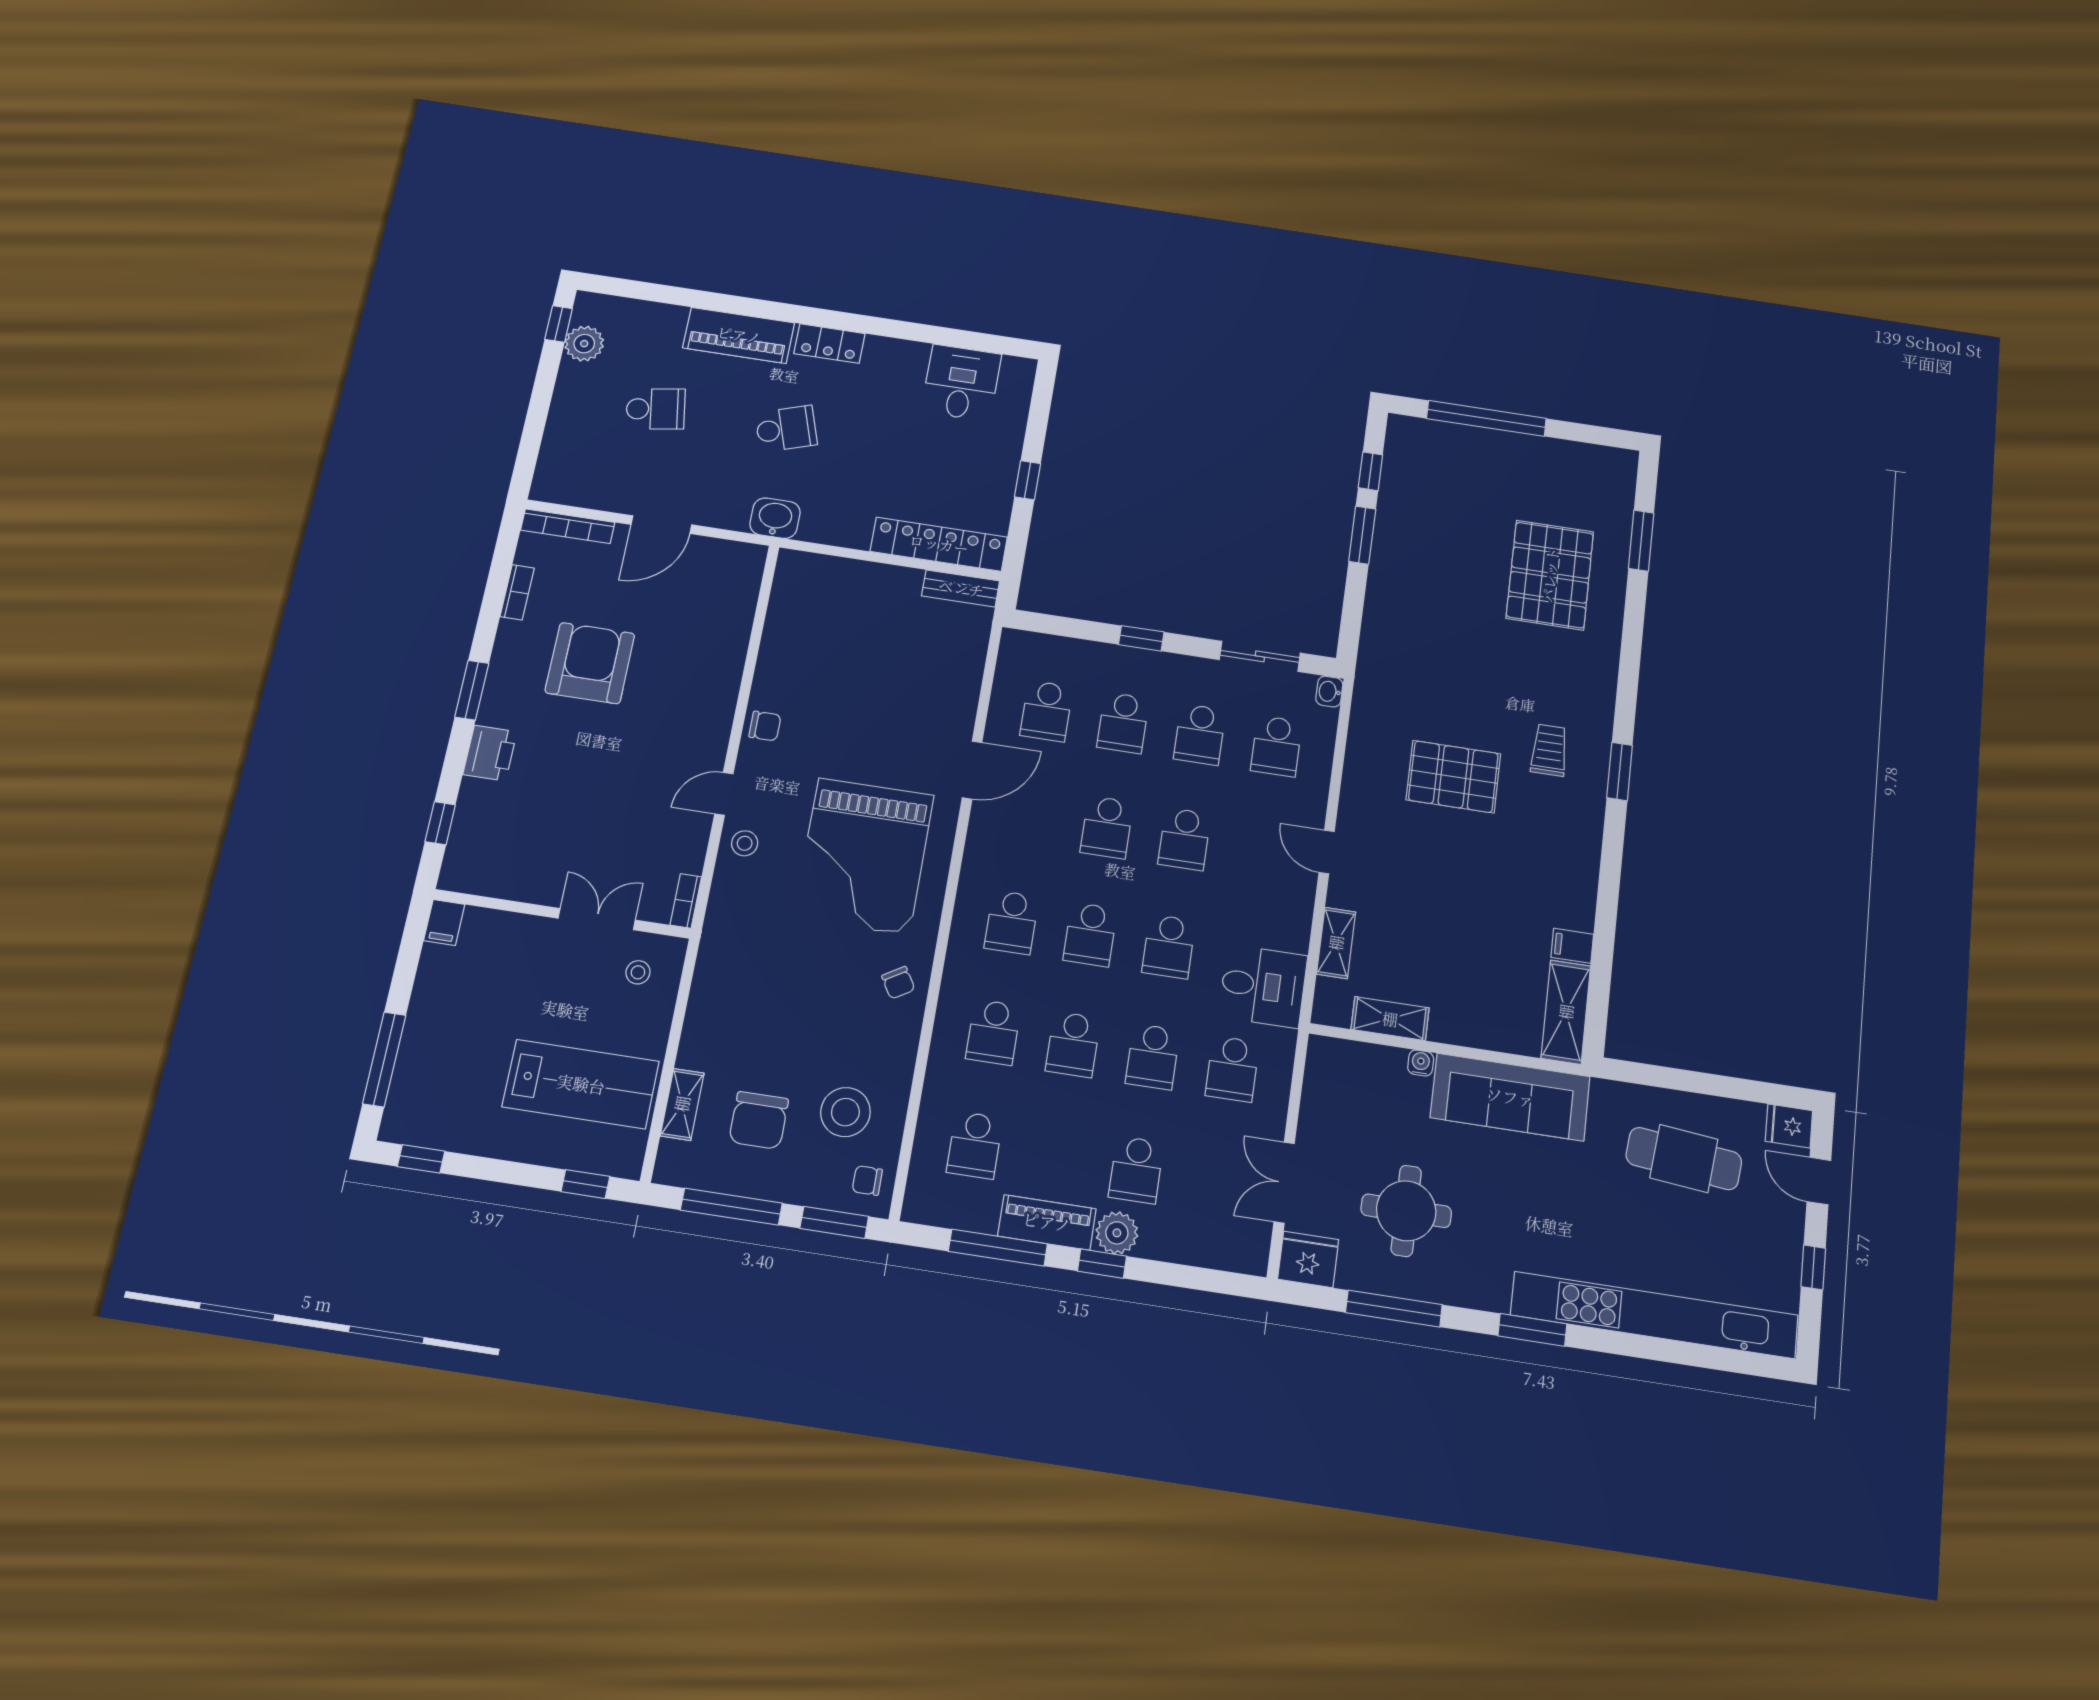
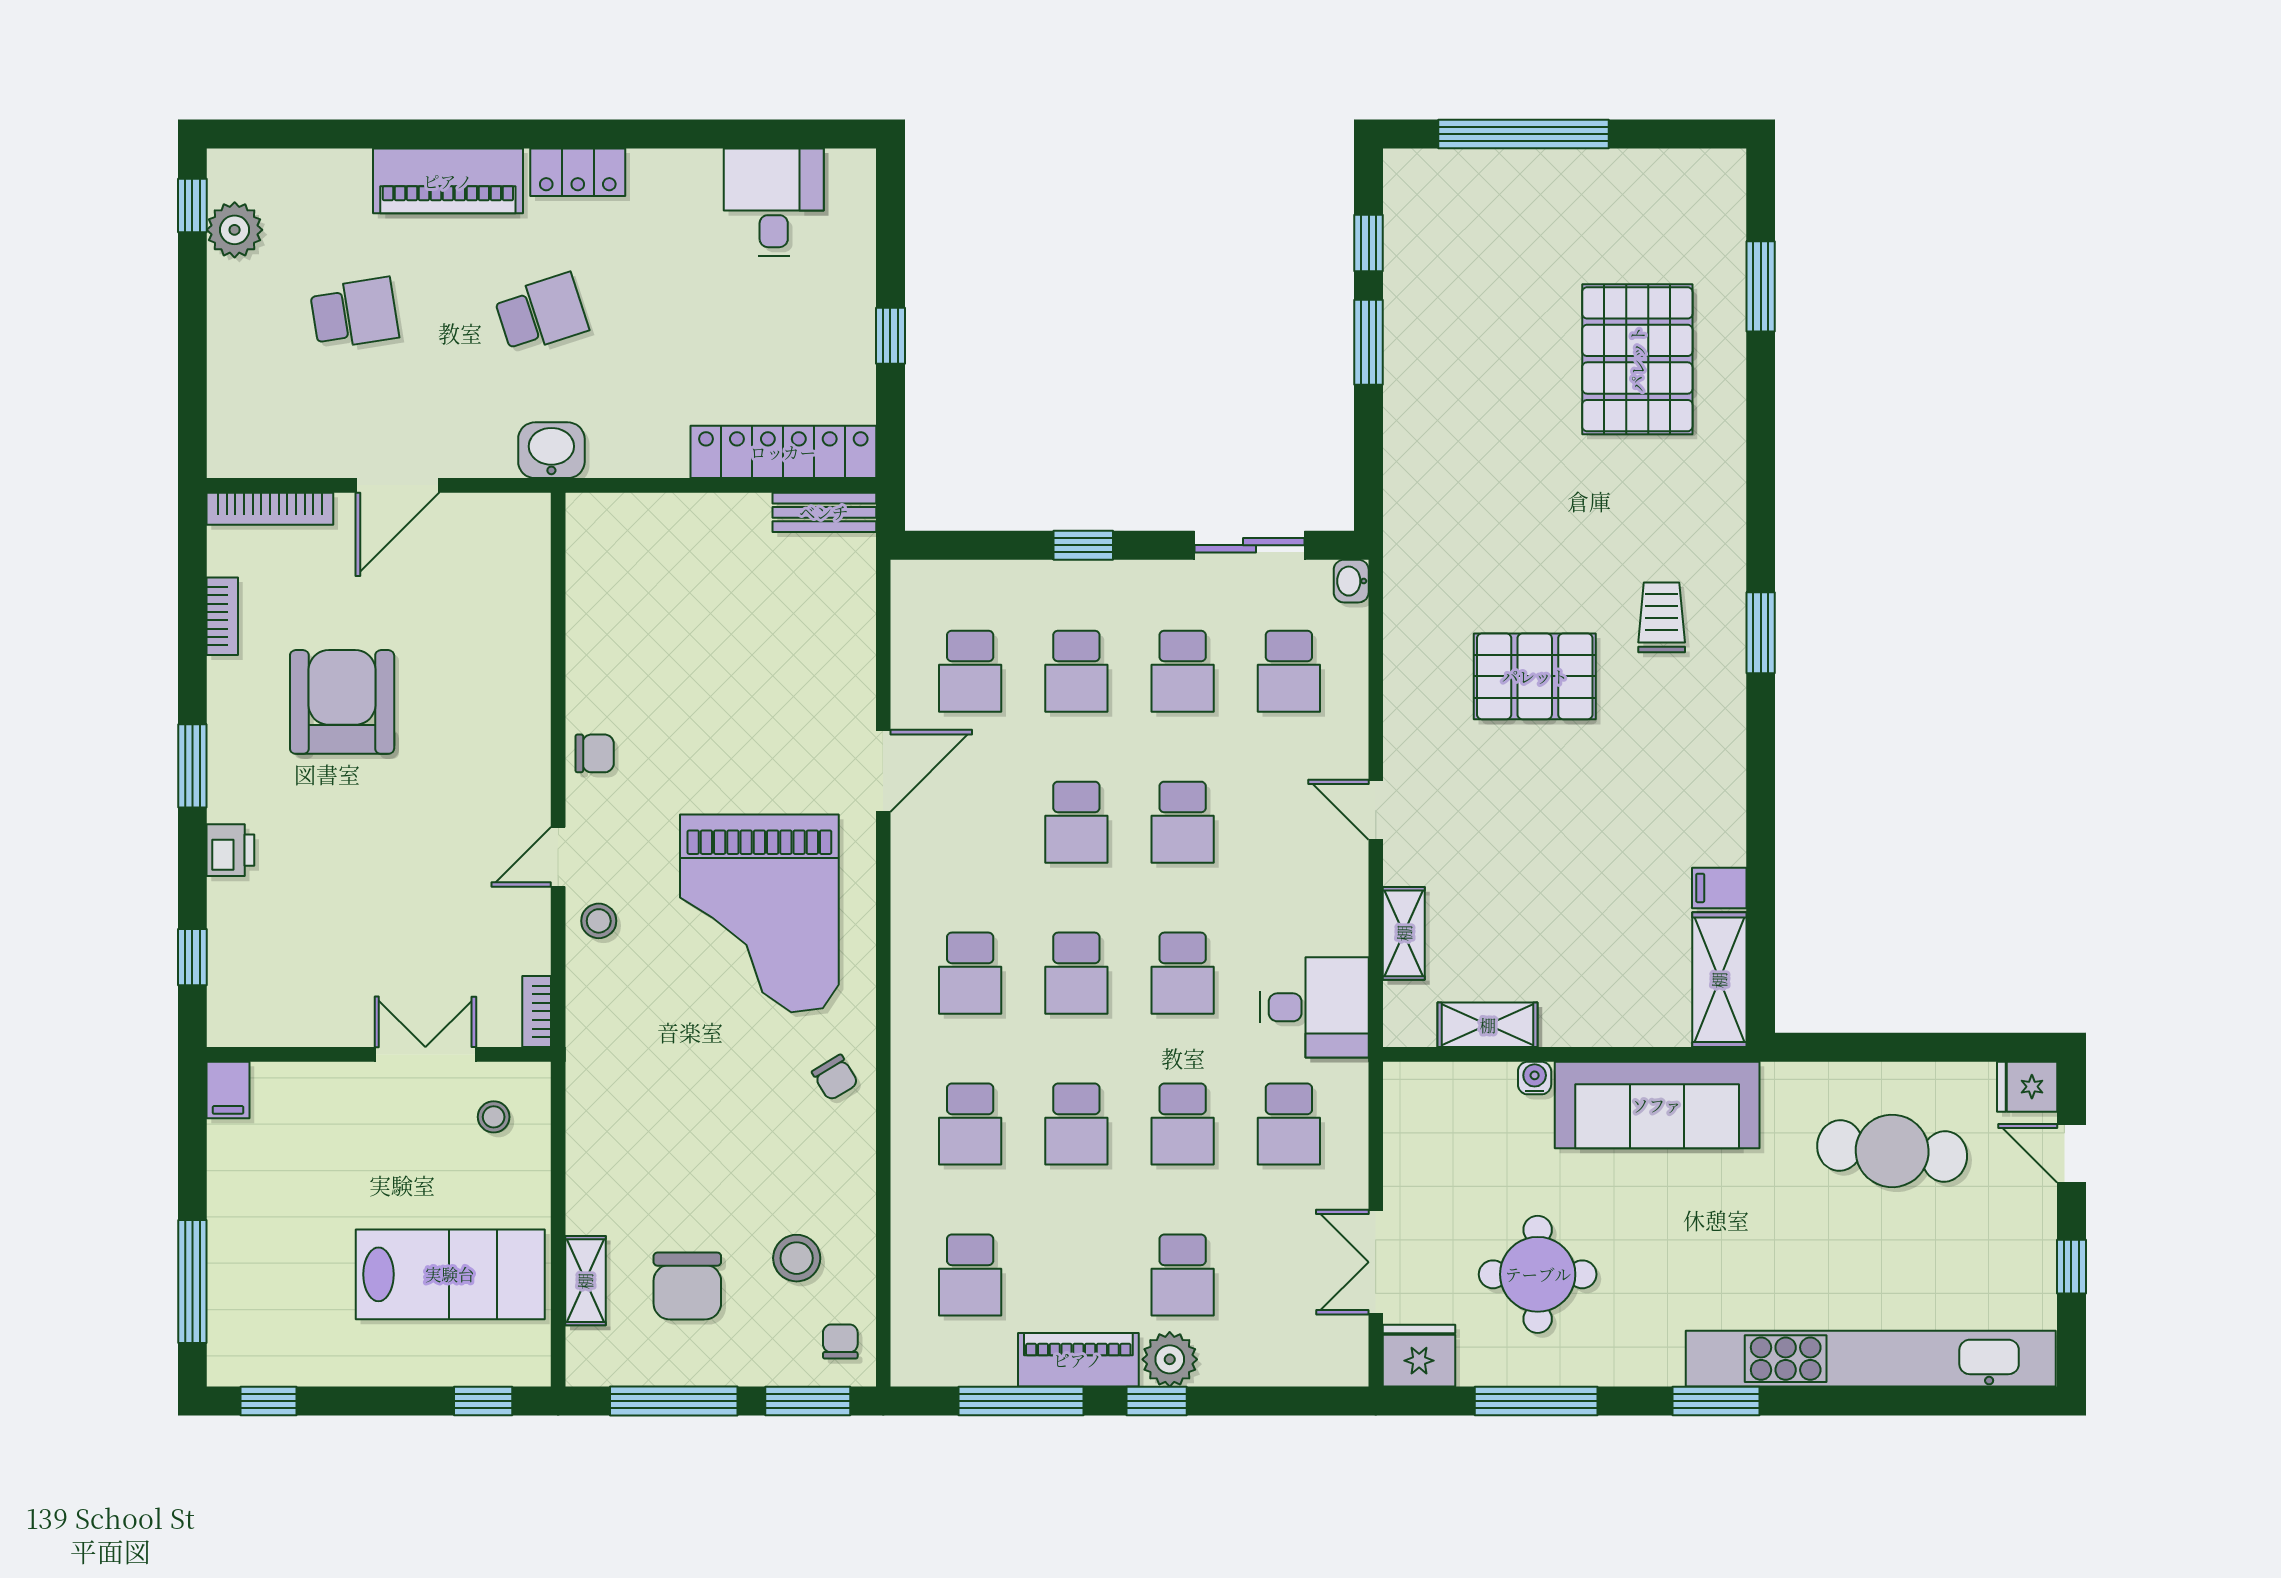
printer: (490, 753) -> (230, 850), width x0.73, depth x0.81
stool: (845, 1112) -> (797, 1258), width x0.73, depth x0.73
chair: (867, 1180) -> (840, 1342), turned 90

